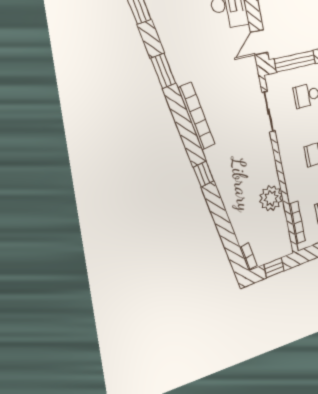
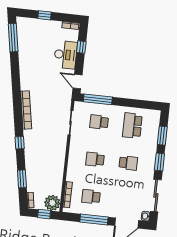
door: (259, 42) -> (78, 81), hinge flipped
window: (163, 71) -> (22, 179), moved
plant: (271, 198) -> (52, 203), moved

